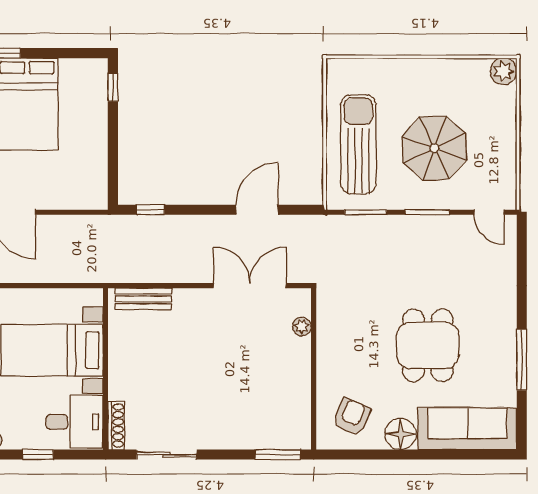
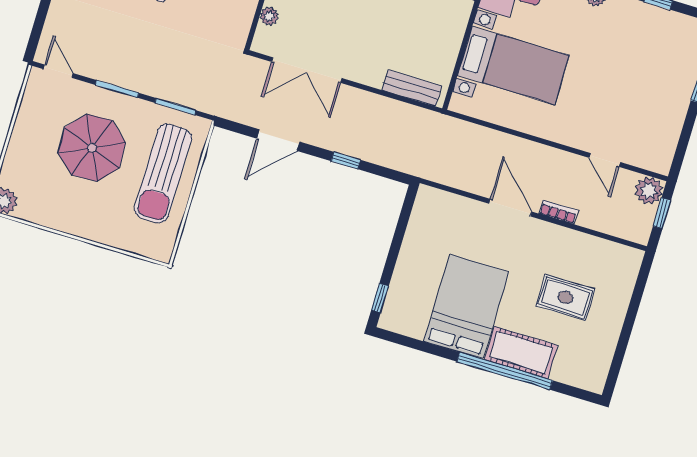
window: (150, 210) -> (346, 161), moved

